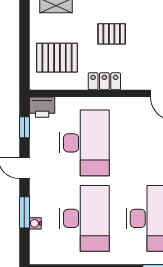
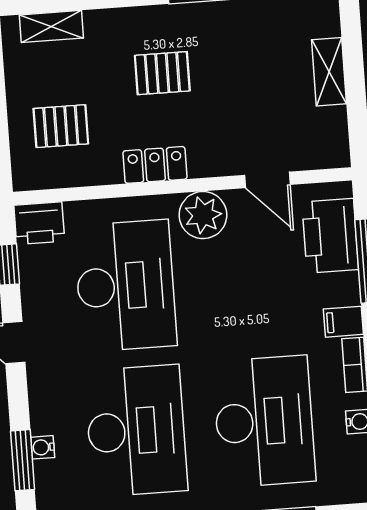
pallet: (57, 58) -> (61, 126), width x0.67, depth x0.71
plant: (127, 109) -> (203, 215), added
window: (24, 212) -> (23, 460), moved

